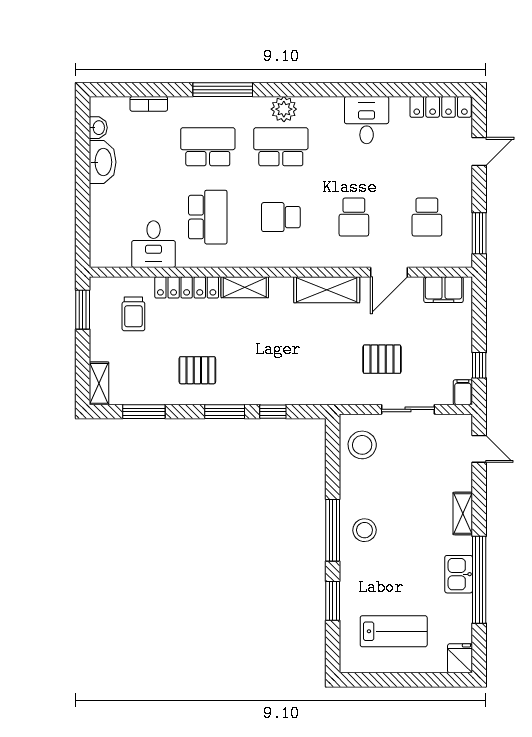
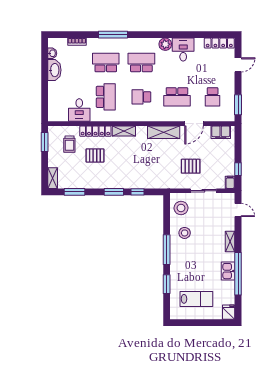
plant: (284, 109) -> (165, 44), moved
school desk: (354, 217) -> (177, 97), width x1.85
pallet: (197, 370) -> (95, 155), moved
stool: (364, 530) -> (185, 233), moved

